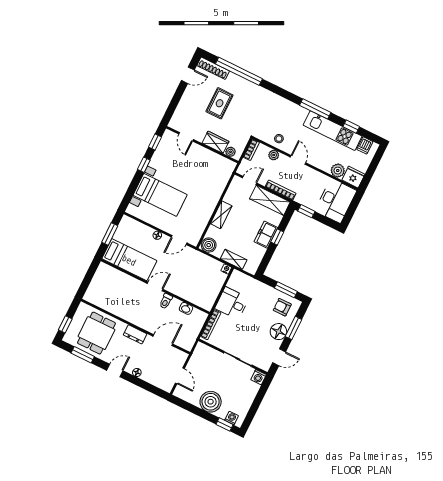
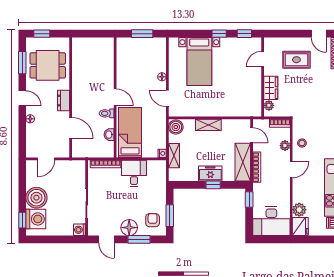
rug: (220, 103) -> (296, 60), moved
bed: (129, 260) -> (130, 132), moved, turned 180
washing machine: (232, 418) -> (36, 219), width x1.89, depth x1.89

